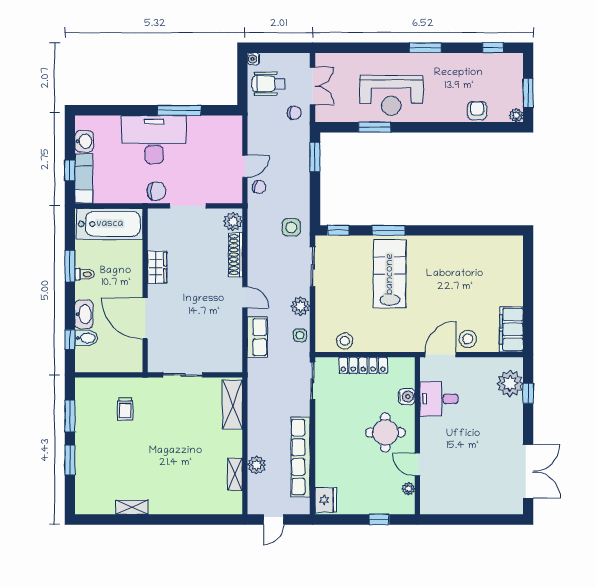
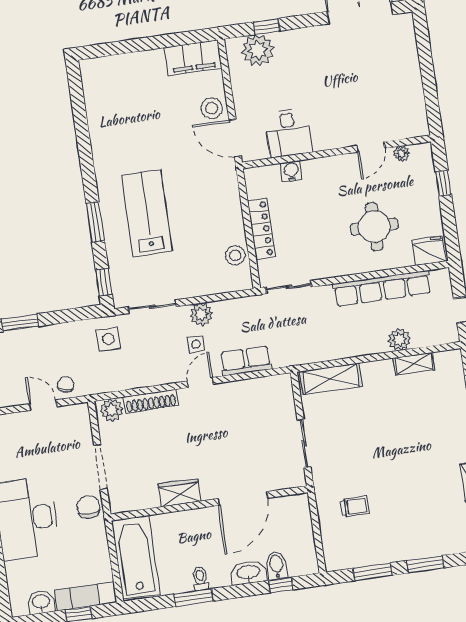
lab bench: (390, 274) -> (147, 213), turned 90
side table: (300, 335) -> (196, 344), moved
round table: (385, 432) -> (374, 227), moved

